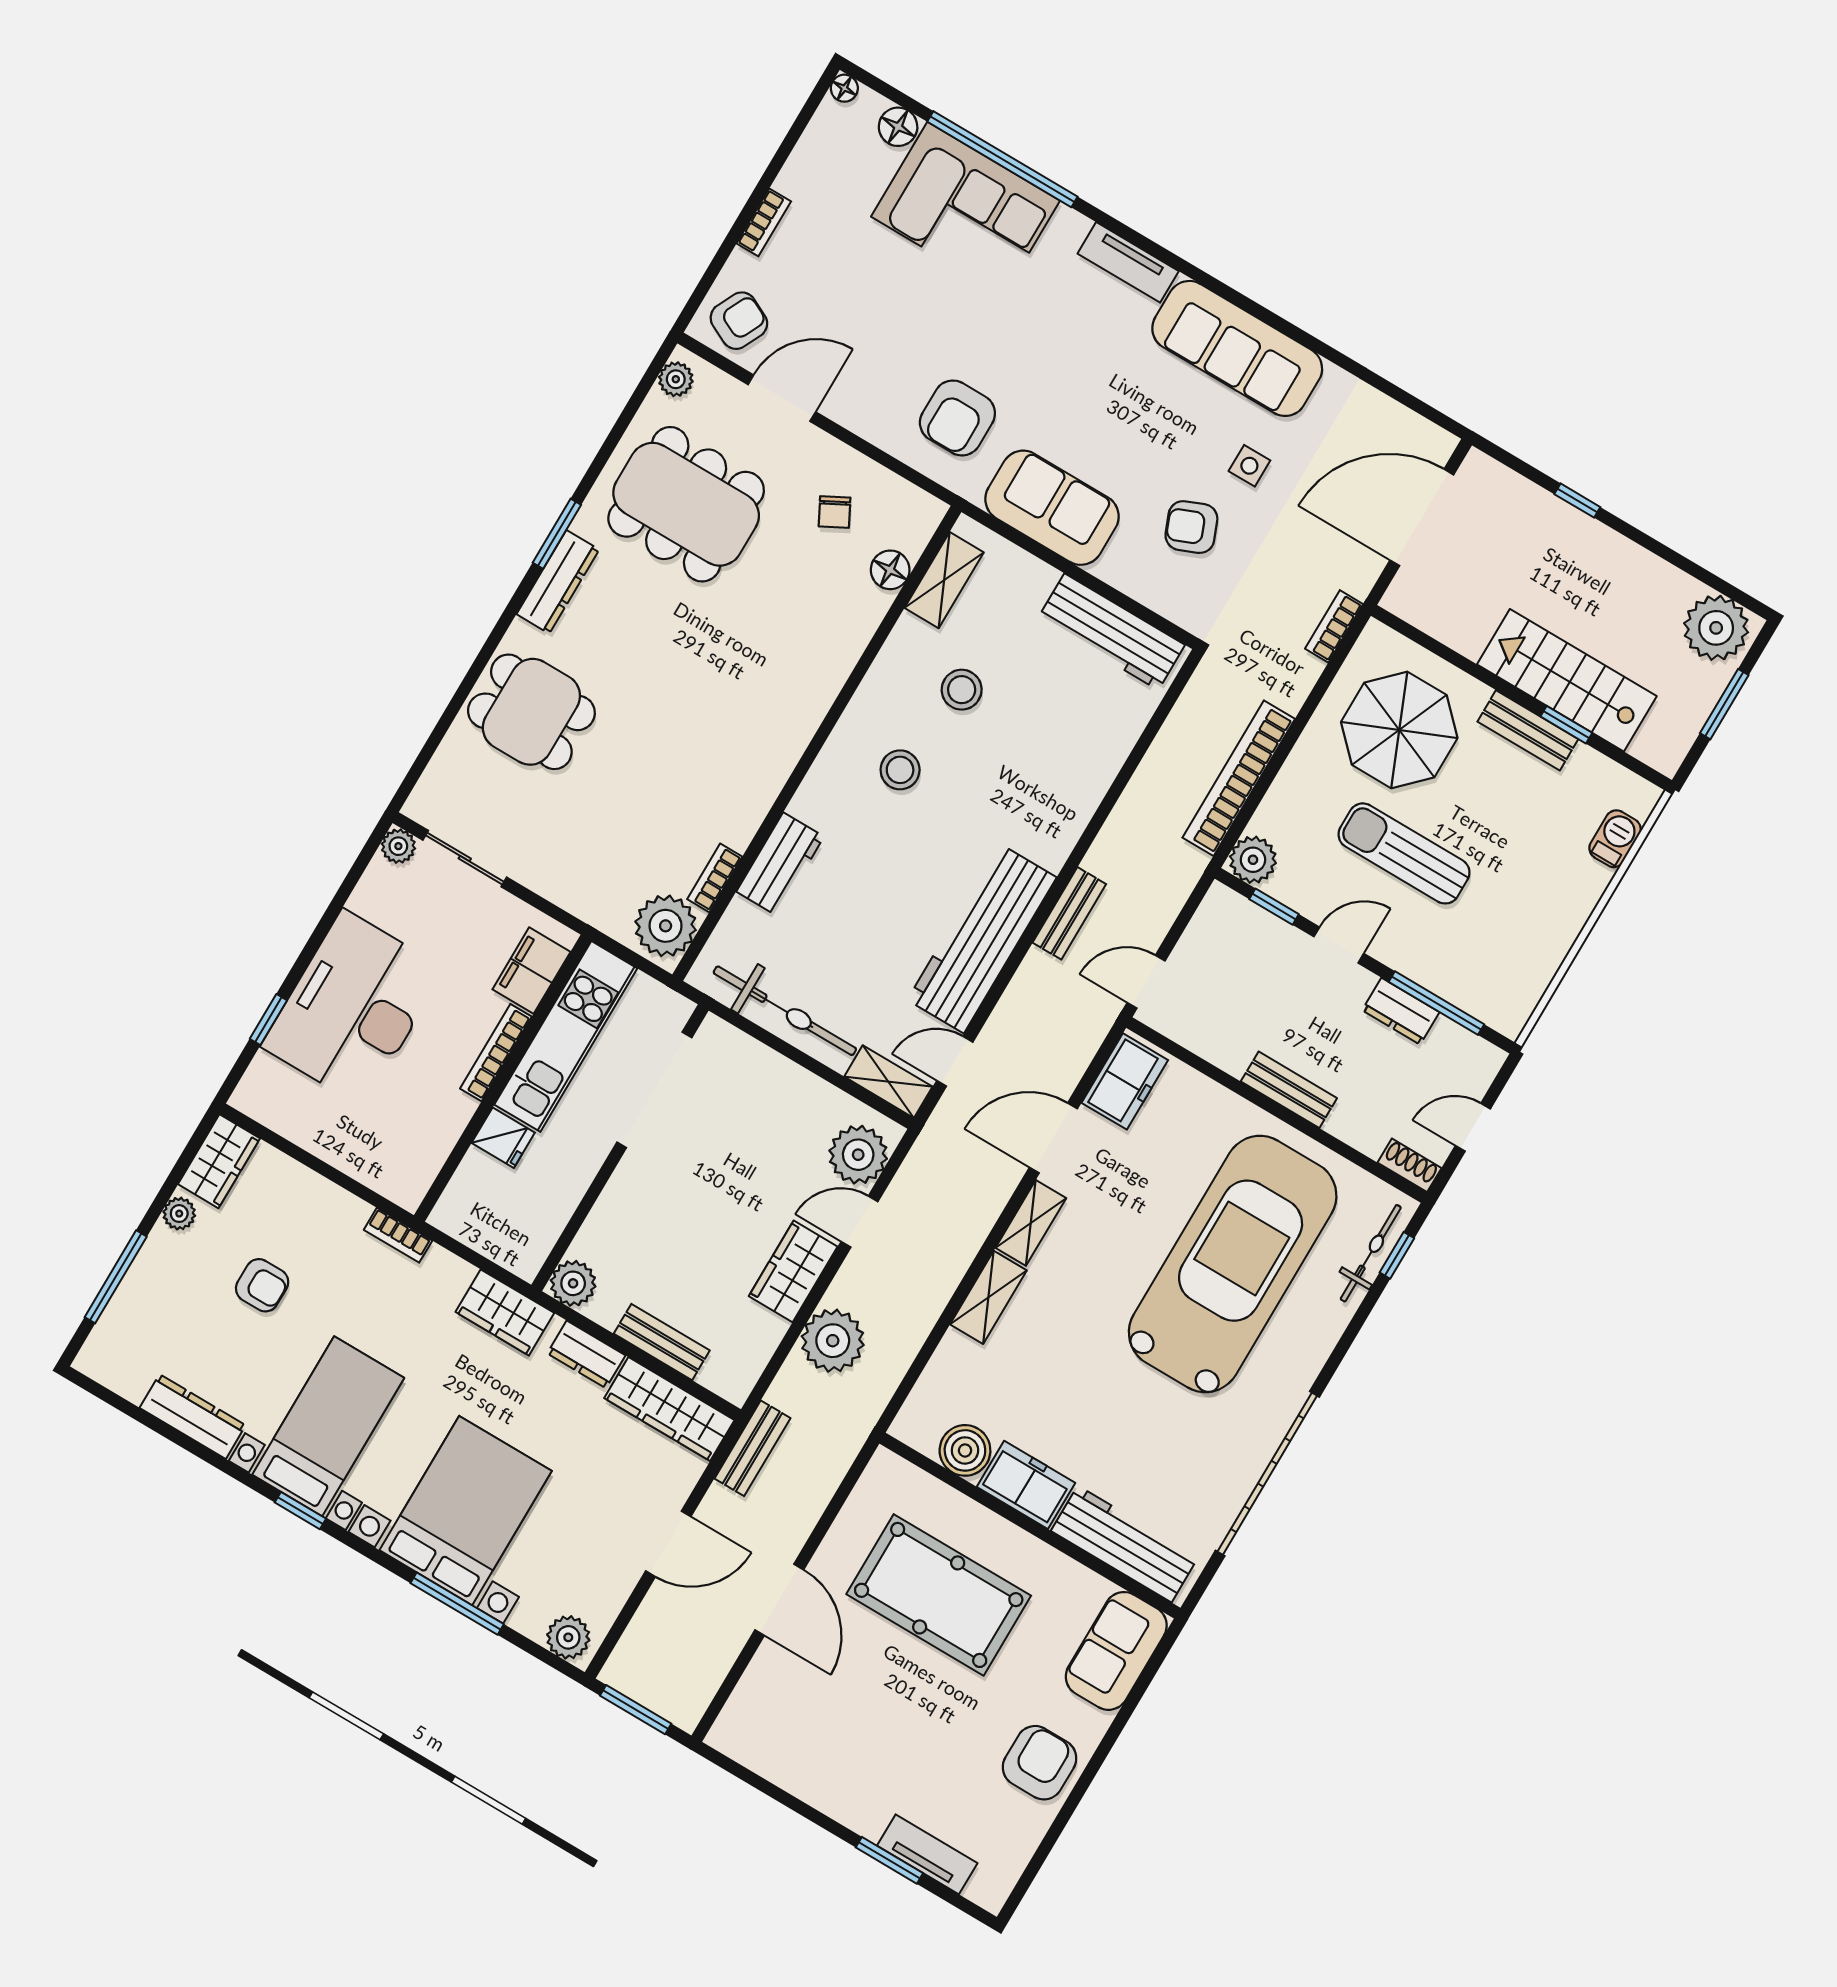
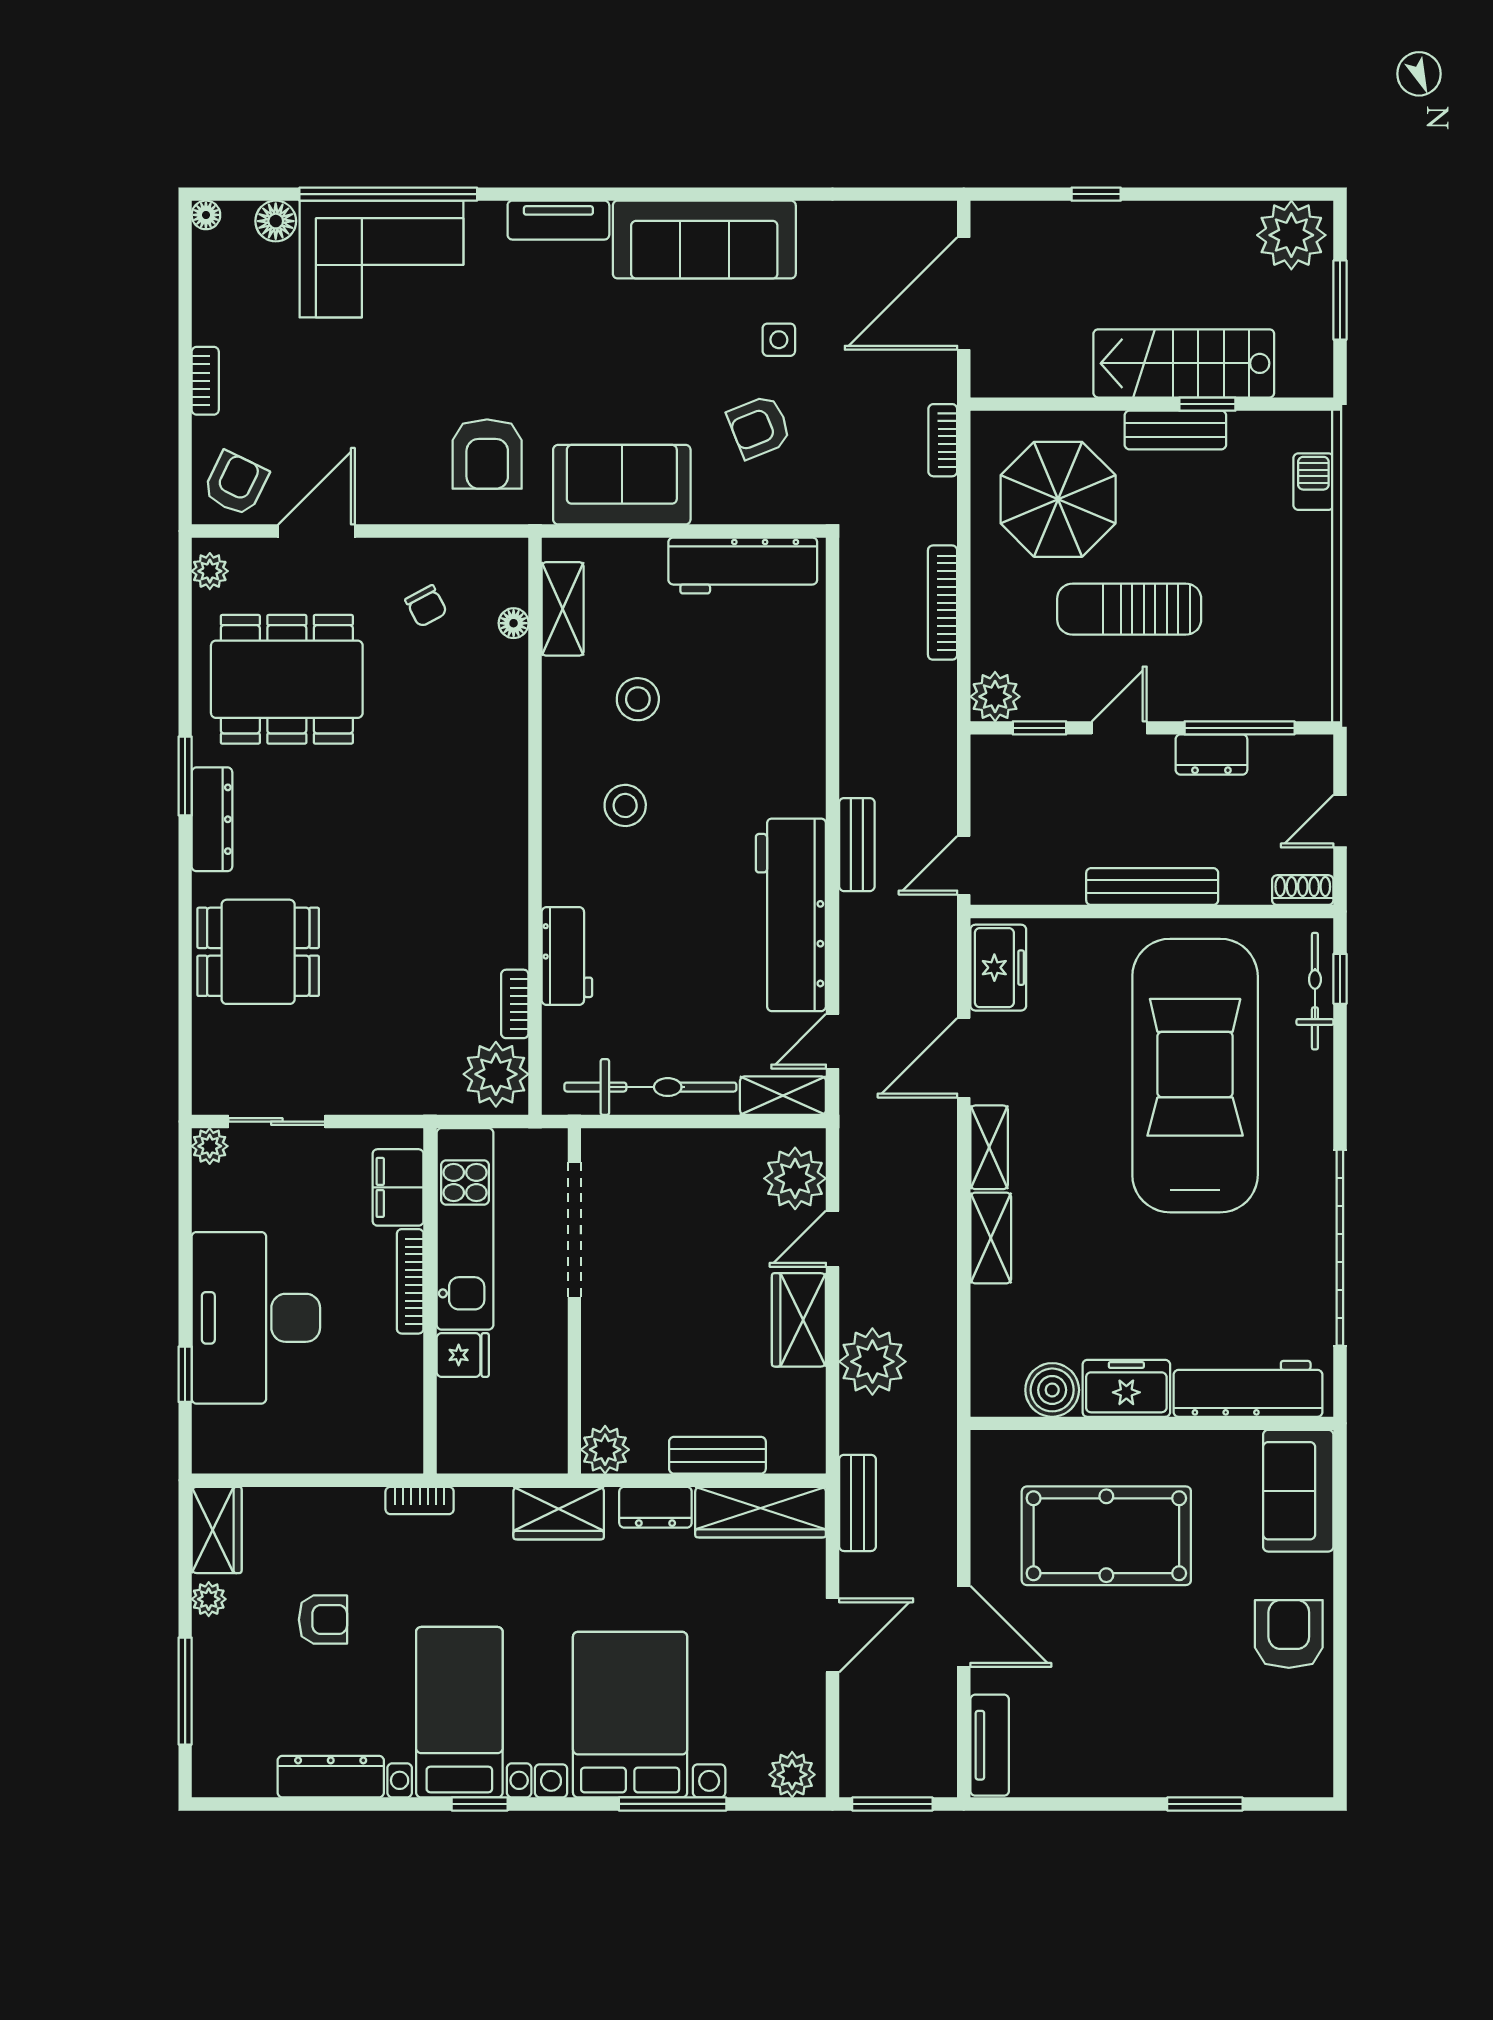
floor lamp: (890, 570) -> (514, 623), width x0.73, depth x0.73
bookcase: (1239, 778) -> (943, 603), width x0.68, depth x0.76
bench: (1289, 1090) -> (1152, 887), width x1.36
tv unit: (927, 1854) -> (990, 1745), moved, turned 90

